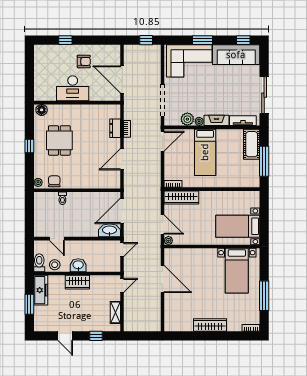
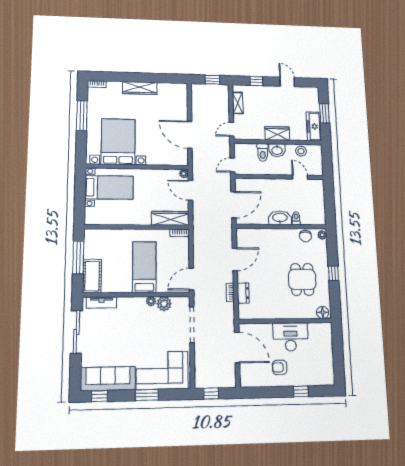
fireplace: (216, 120) -> (131, 302), removed
washbasin: (110, 230) -> (280, 218), moved, turned 180
toilet: (39, 263) -> (263, 152), moved
bed with nightstands: (237, 271) -> (118, 142), width x1.36
window: (140, 336) -> (212, 80), added

